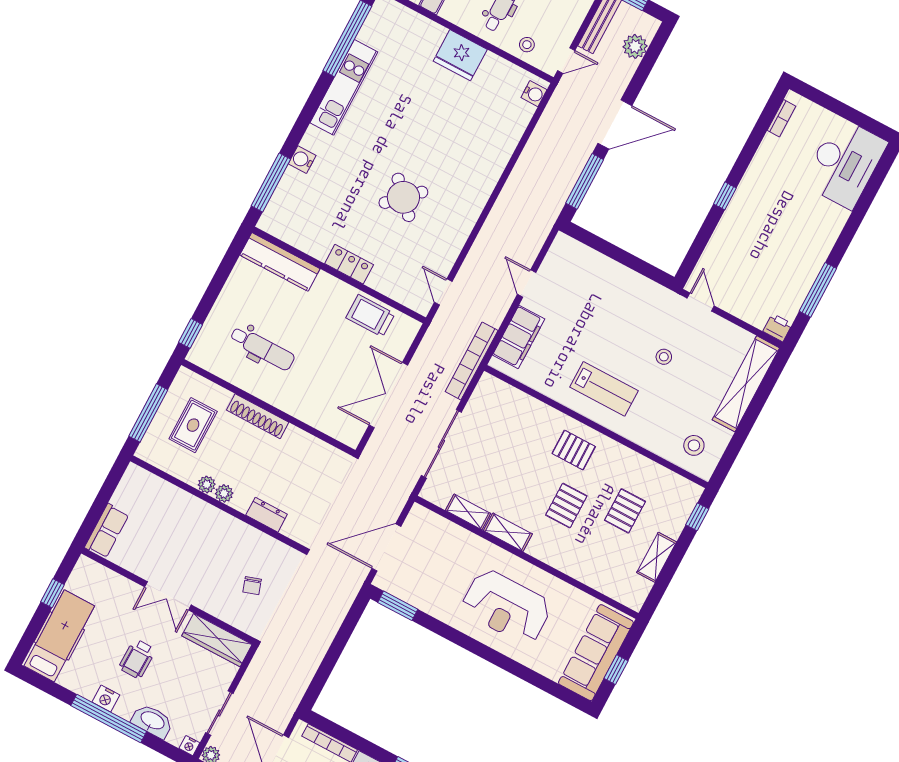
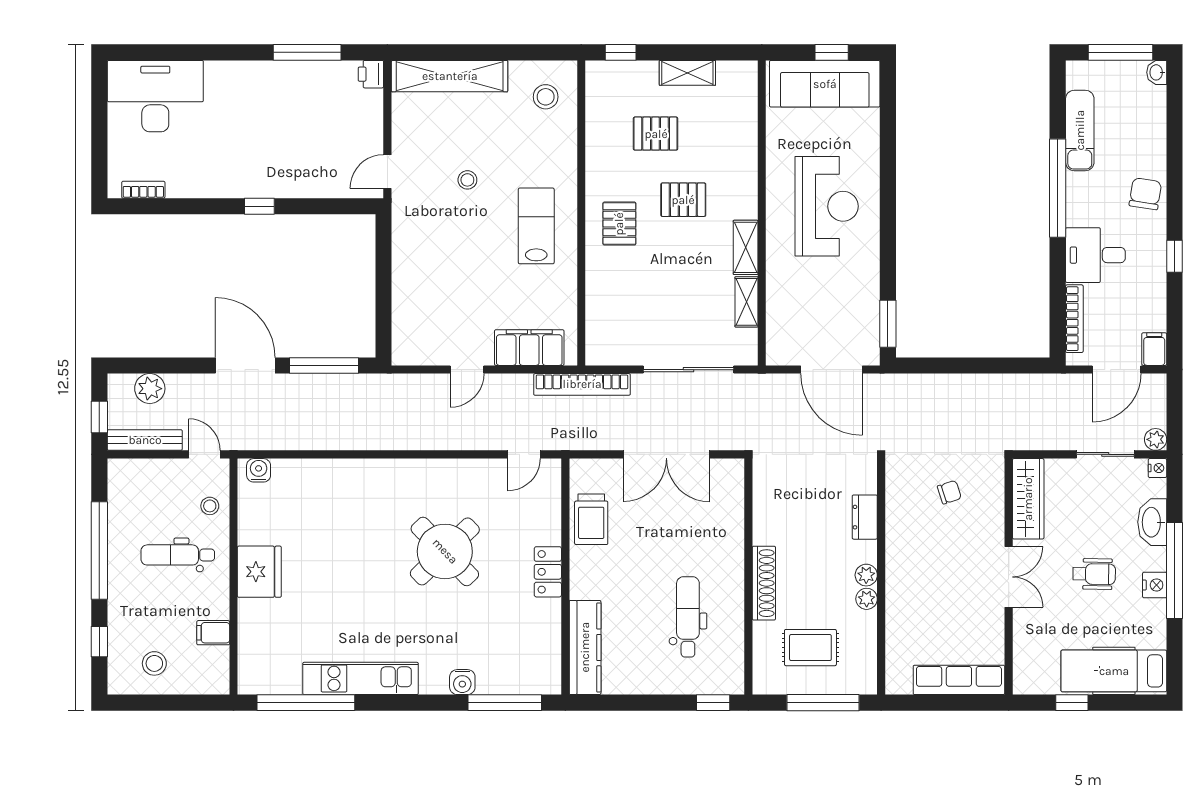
round table: (403, 197) -> (445, 551), width x1.36, depth x1.36
row of seats: (107, 531) -> (959, 680), width x1.48

